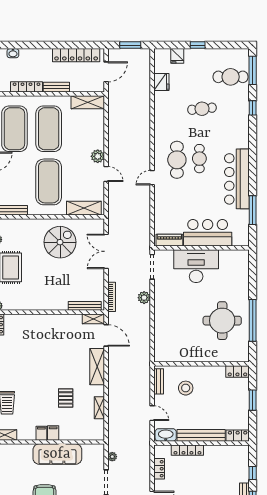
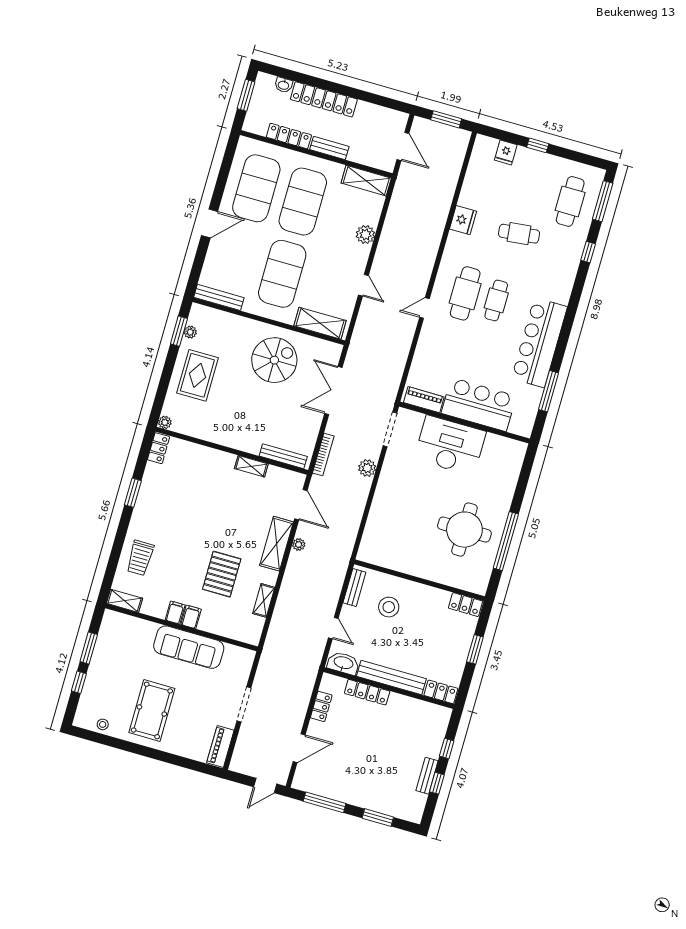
locker: (76, 55) -> (324, 99), moved
door: (106, 72) -> (403, 146), hinge flipped
cafe table: (231, 77) -> (570, 201), turned 90
fridge: (161, 82) -> (463, 220), moved
plant: (98, 156) -> (365, 235), moved
shelving: (93, 319) -> (251, 466), moved
pallet: (66, 398) -> (222, 574), width x1.50, depth x1.42
plant: (112, 457) -> (299, 544), moved

